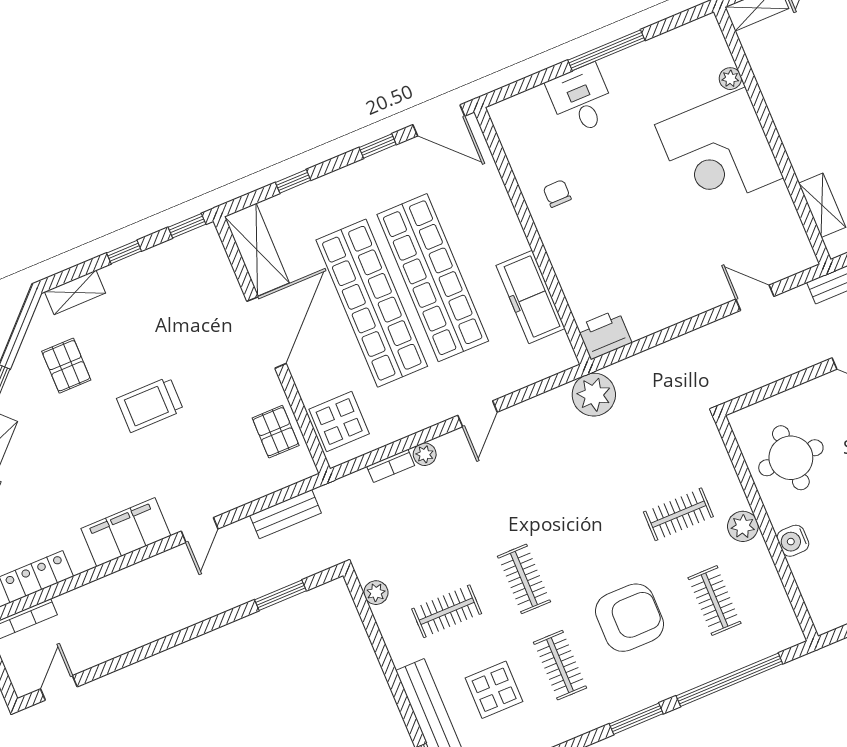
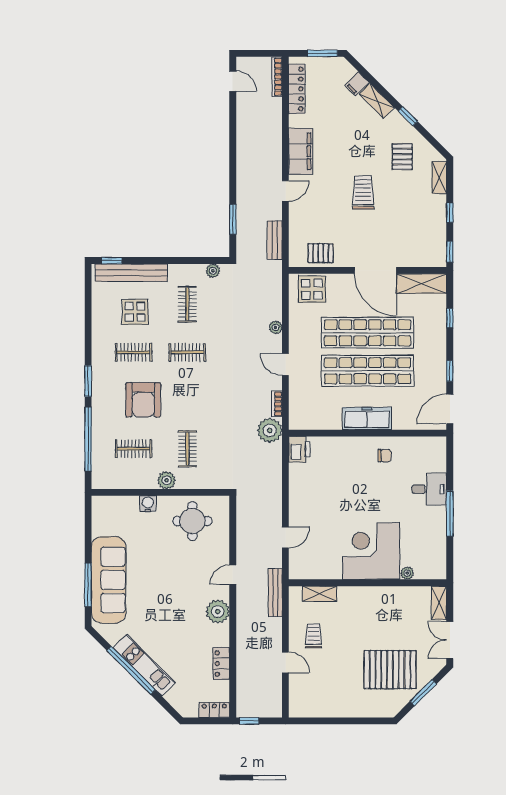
freezer: (531, 297) -> (367, 418), moved
pallet: (66, 366) -> (402, 157), turned 90
bookcase: (391, 466) -> (277, 404), moved
door: (200, 530) -> (285, 191), swing flipped

